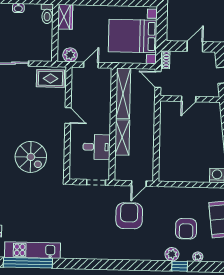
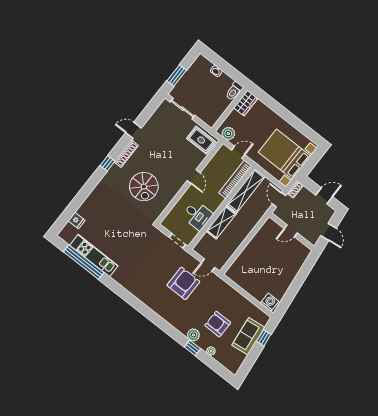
bookcase: (106, 91) -> (235, 179), added
armchair: (186, 229) -> (218, 324), turned 90

